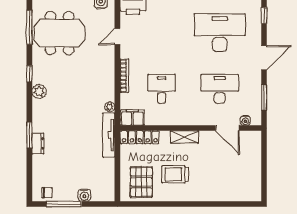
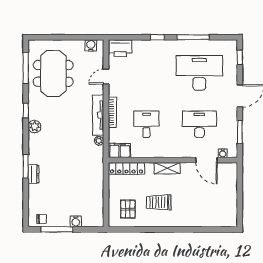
meeting table: (60, 33) -> (53, 73), turned 90
tv unit: (109, 135) -> (98, 115), moved
pallet: (141, 182) -> (128, 209), width x0.67, depth x0.71

